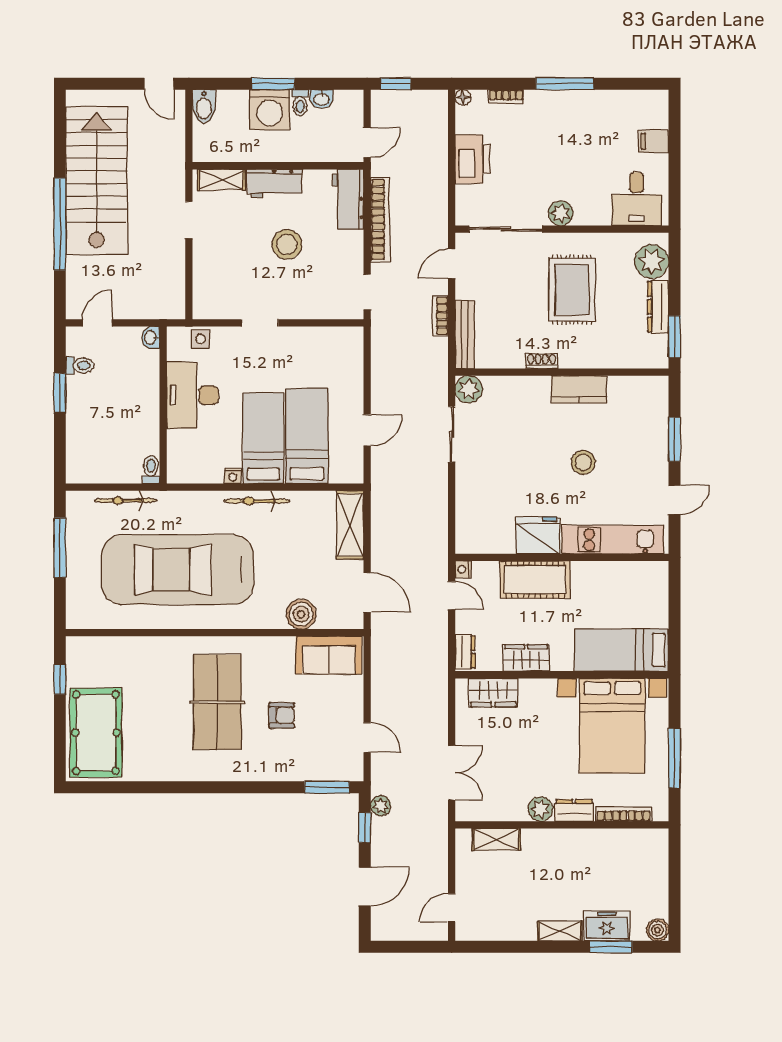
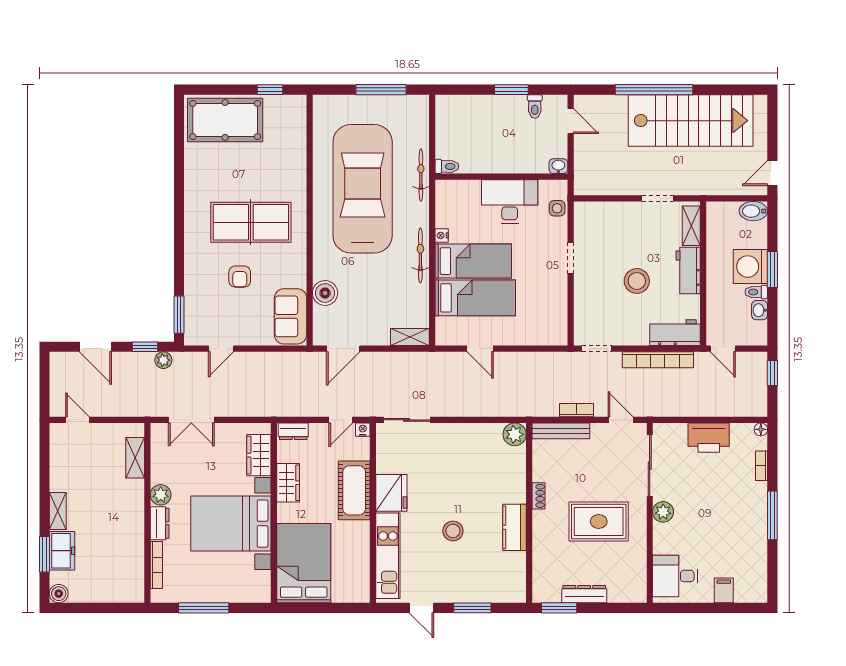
plant: (652, 262) -> (622, 589), removed
sliding door: (452, 434) -> (407, 420), moved
bicycle: (125, 500) -> (421, 175), moved
shelving: (350, 525) -> (410, 337), width x0.67, depth x0.75
bed: (621, 650) -> (304, 563), width x1.50
bed with nightstands: (612, 726) -> (231, 524), moved

